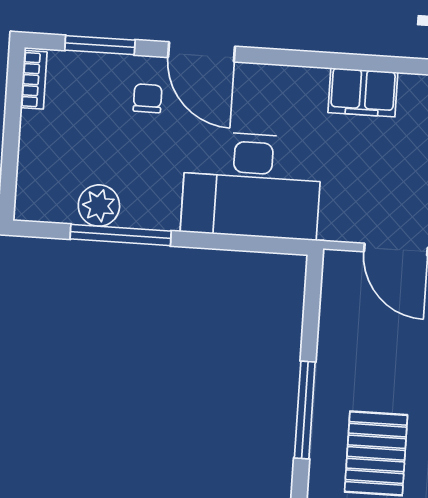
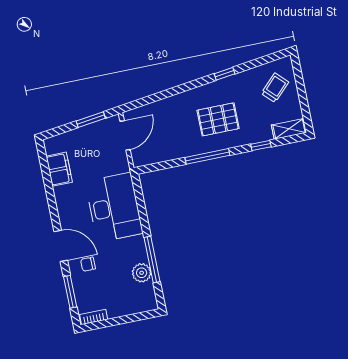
door: (201, 52) -> (61, 246), hinge flipped

